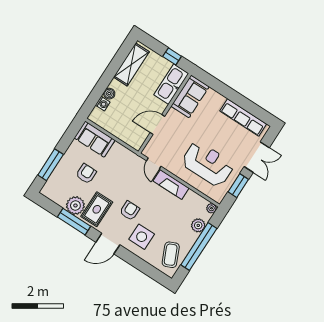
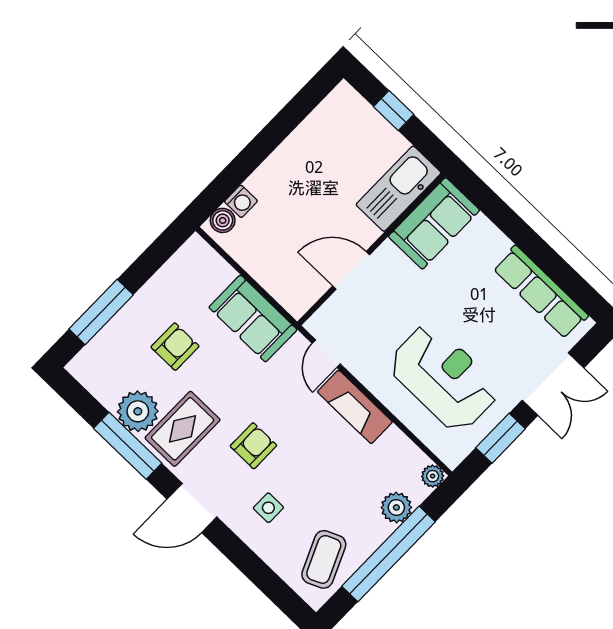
window: (172, 56) -> (394, 111), moved
shelving: (131, 64) -> (320, 128), removed
boiler: (109, 94) -> (223, 220), moved
sofa: (95, 139) -> (253, 318), moved
side table: (142, 237) -> (268, 508), width x0.54, depth x0.54

